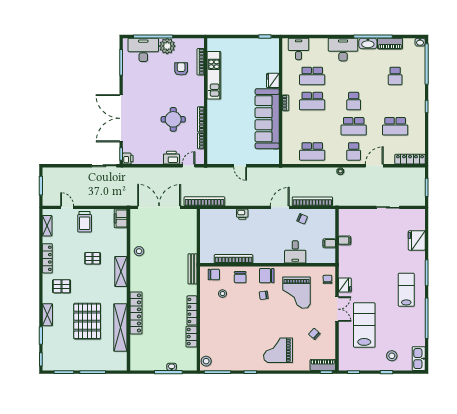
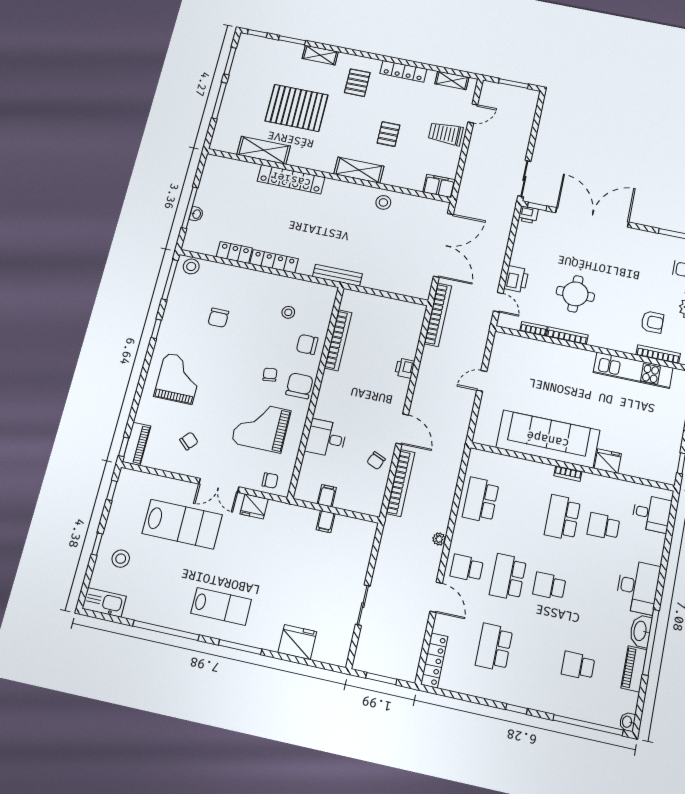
school desk: (312, 76) -> (603, 526), width x0.54
chair: (214, 275) -> (218, 318), moved
shelving: (120, 328) -> (264, 150), width x0.68

